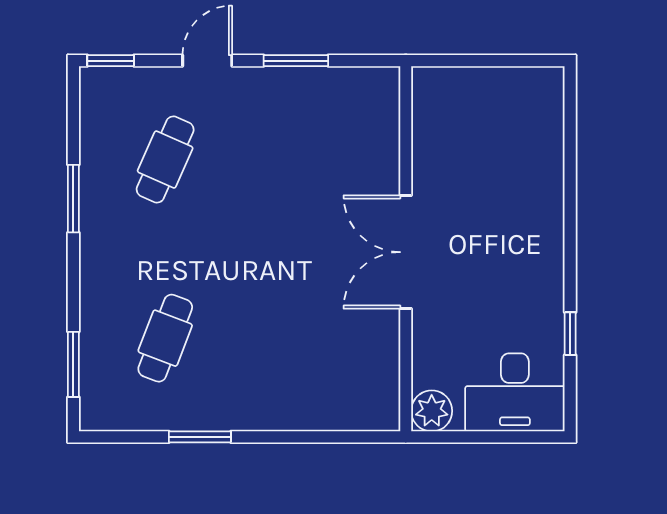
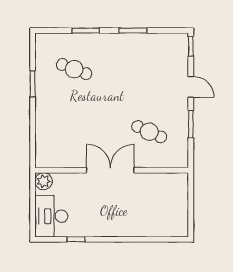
cafe table: (165, 159) -> (149, 132), moved
window: (73, 364) -> (86, 31), moved

